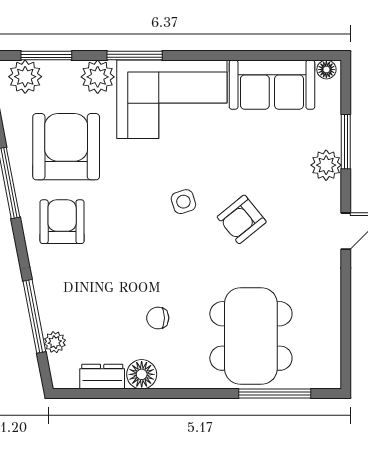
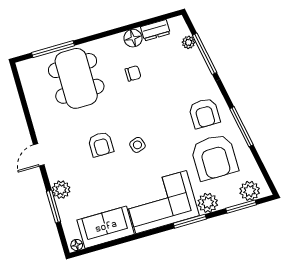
armchair: (242, 219) -> (101, 144), turned 129

